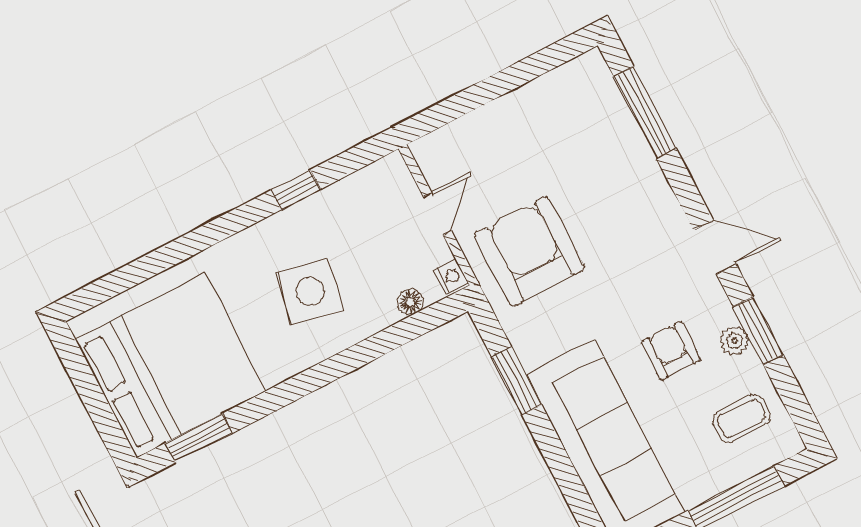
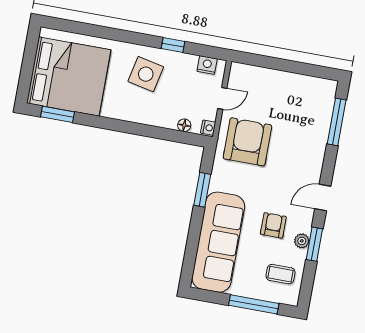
nightstand: (373, 180) -> (207, 65), added
door: (715, 247) -> (323, 197), swing flipped
side table: (310, 291) -> (146, 74), moved

